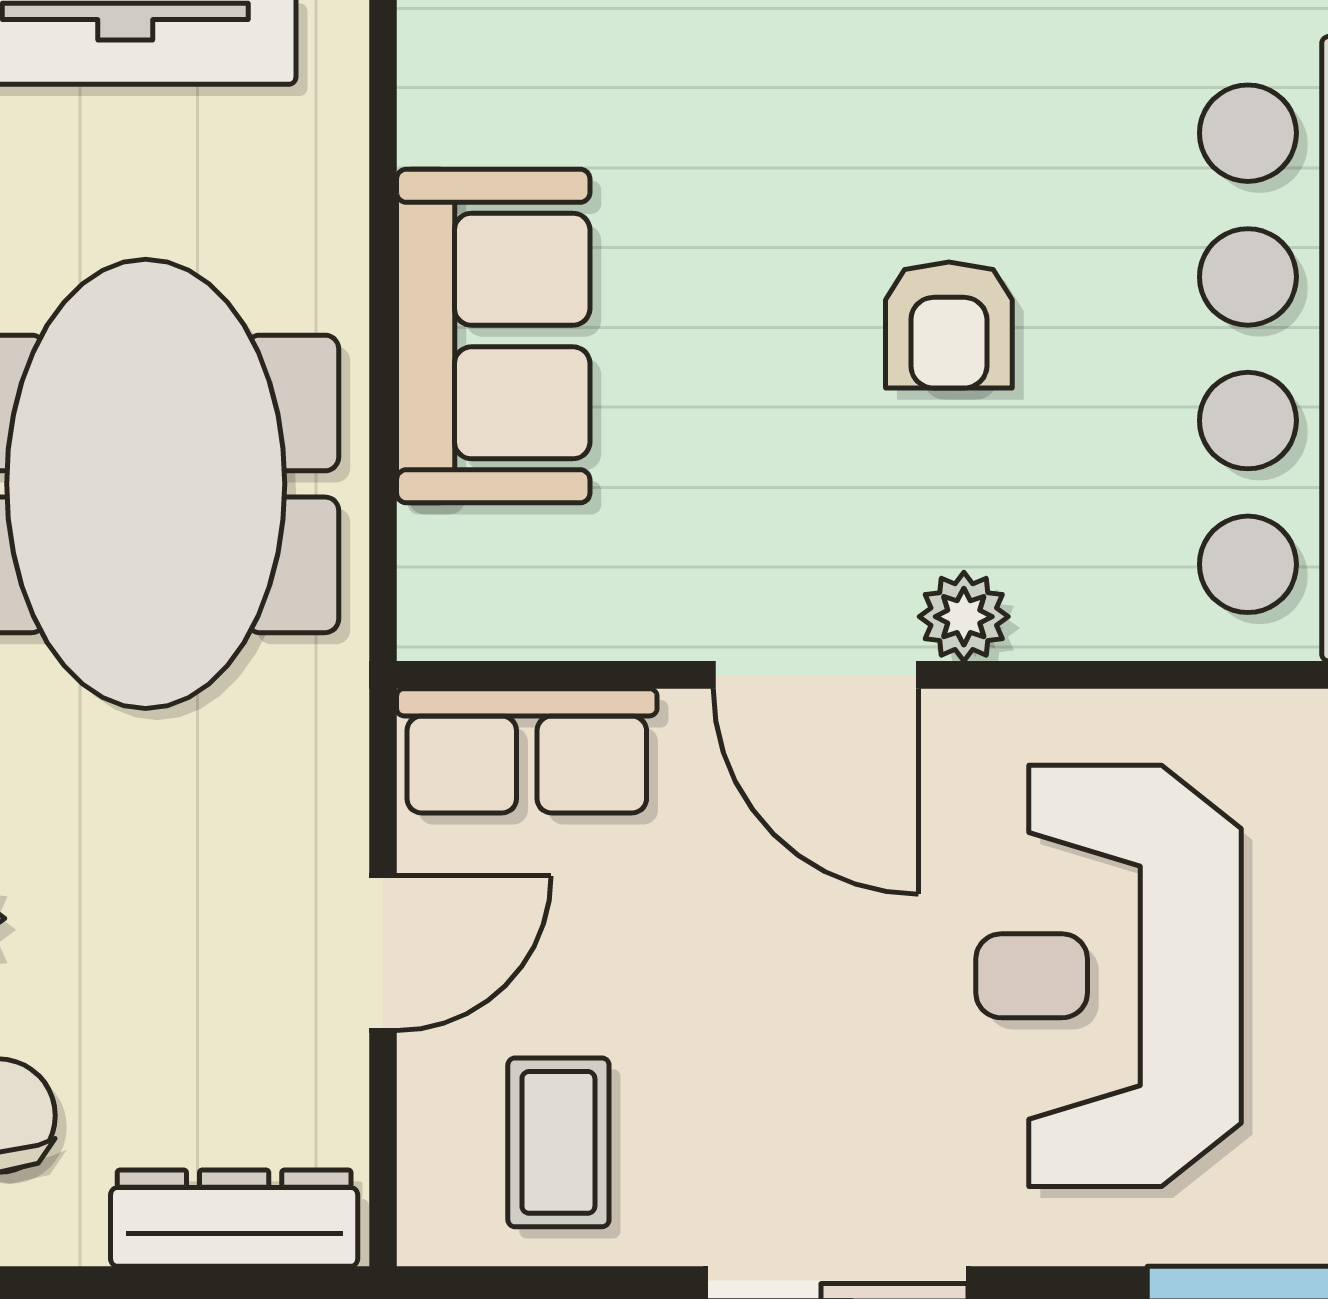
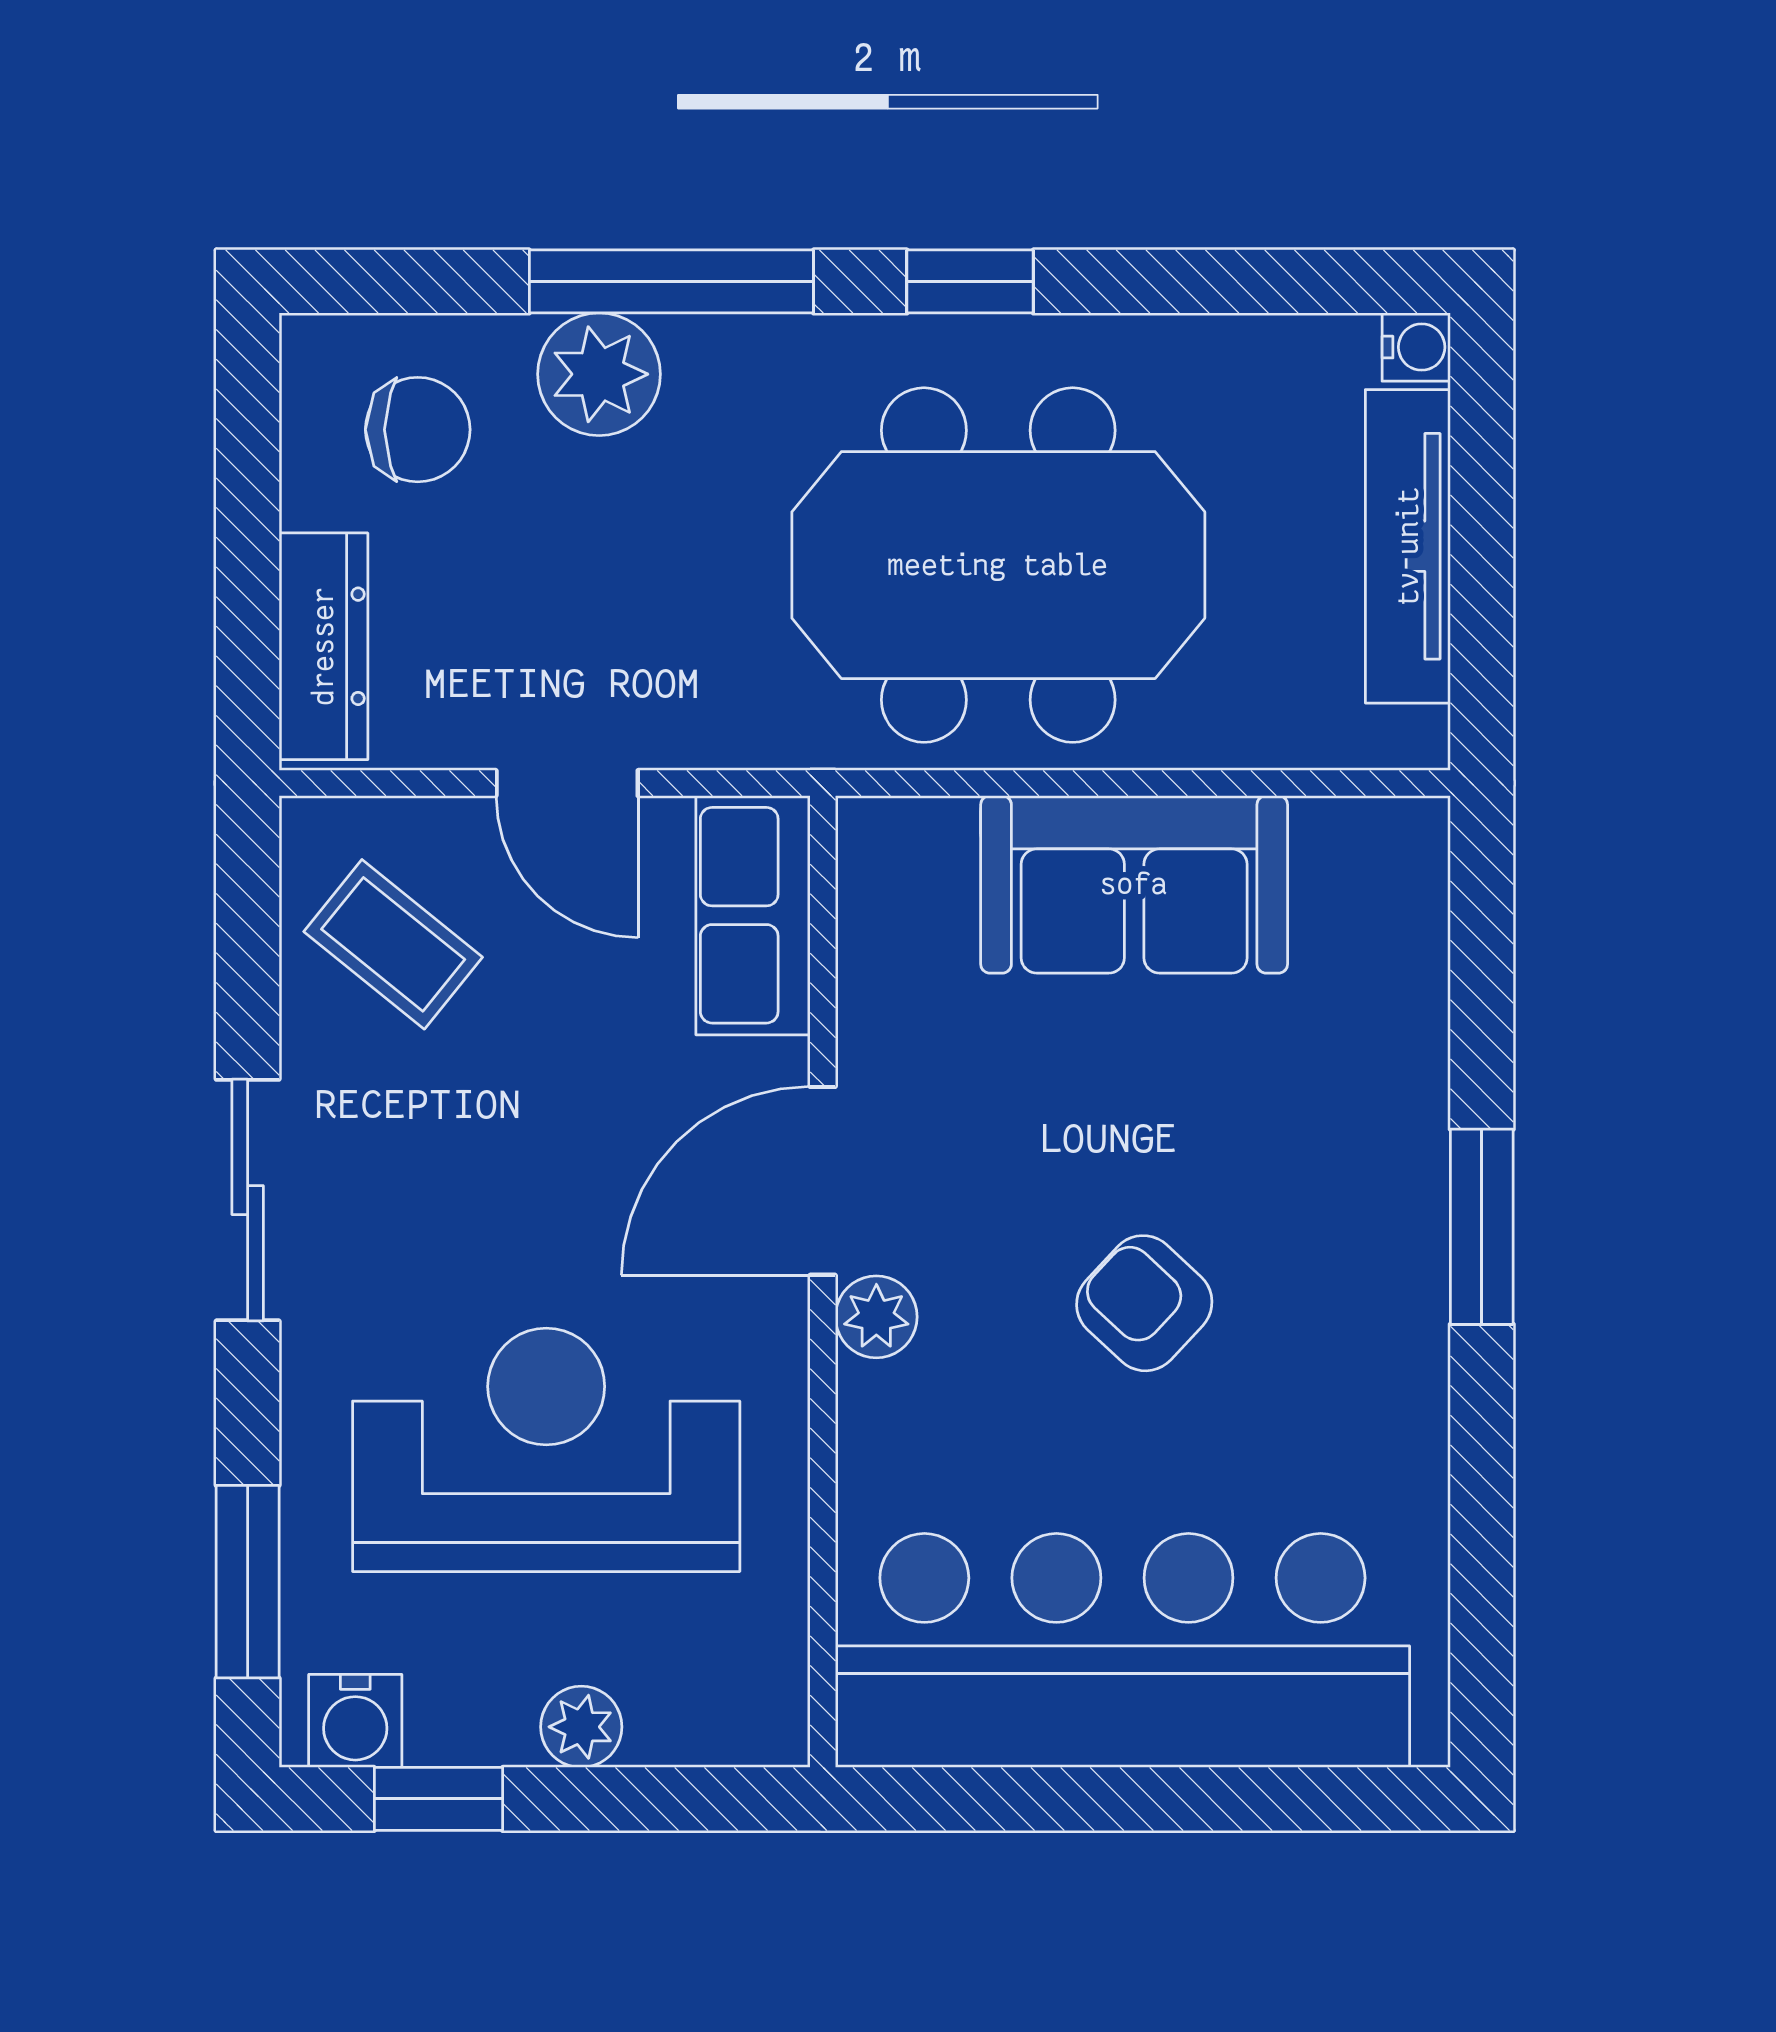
armchair: (949, 325) -> (1144, 1303), turned 43
coffee table: (558, 1142) -> (393, 944), turned 39

